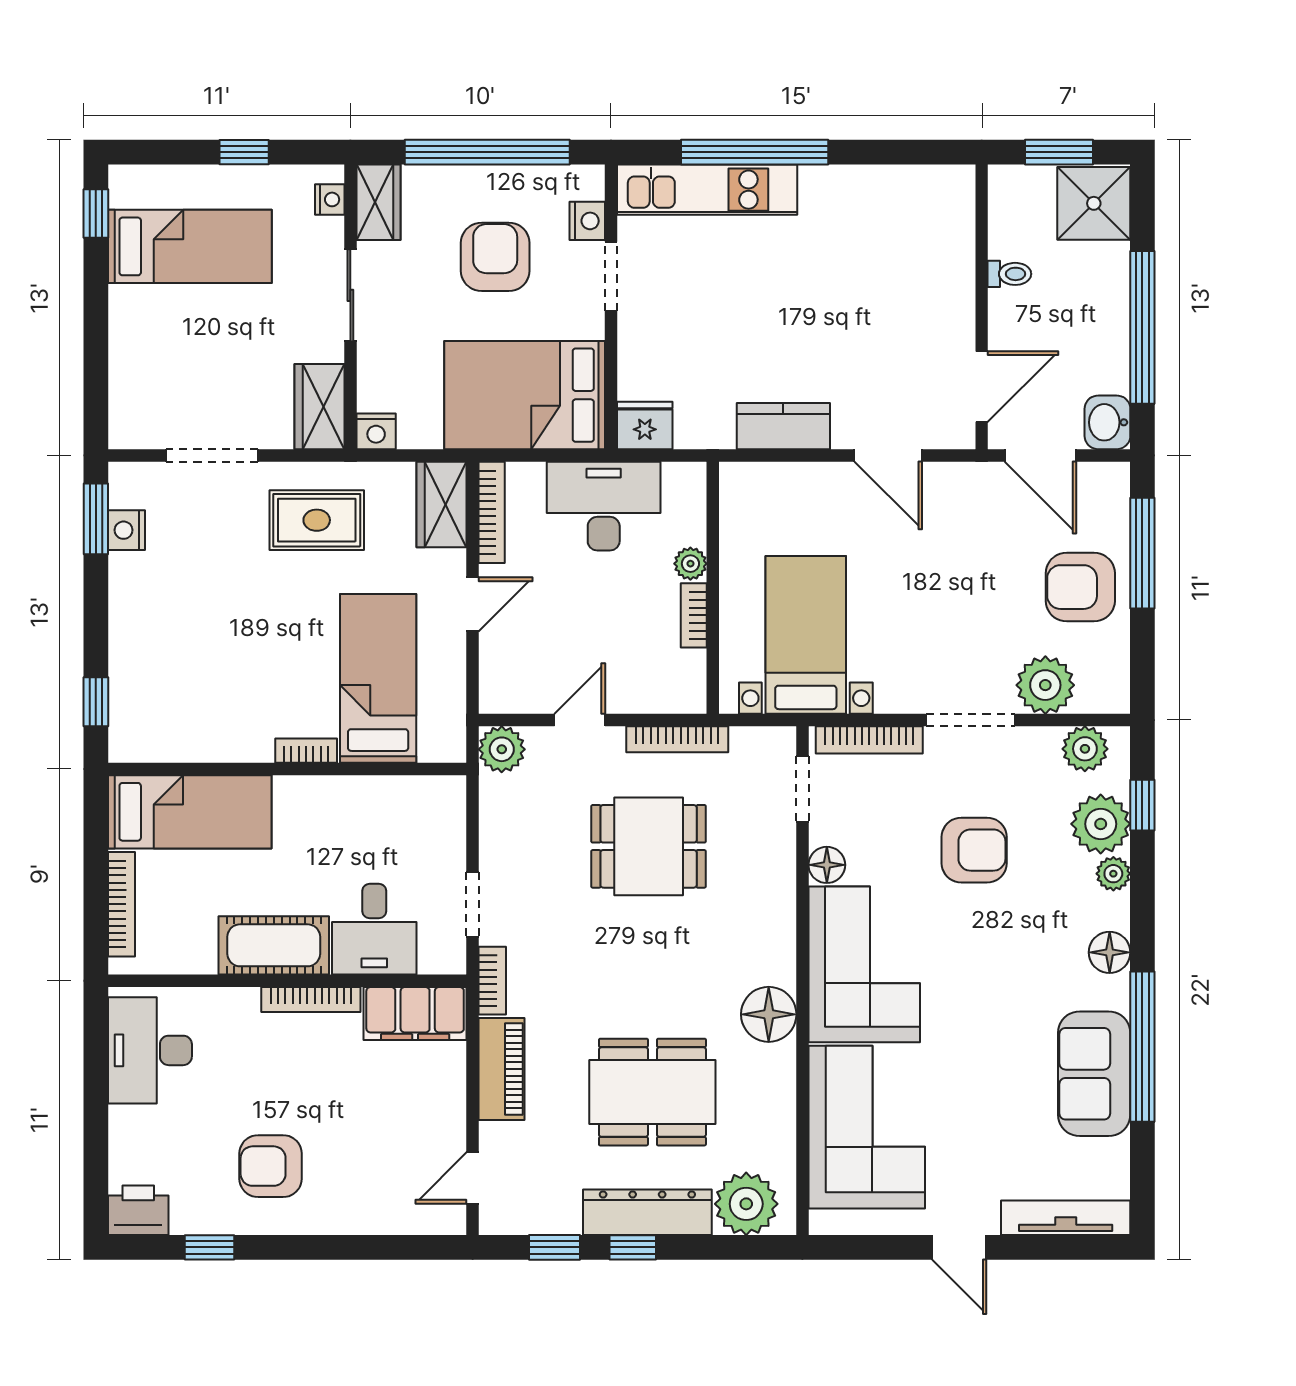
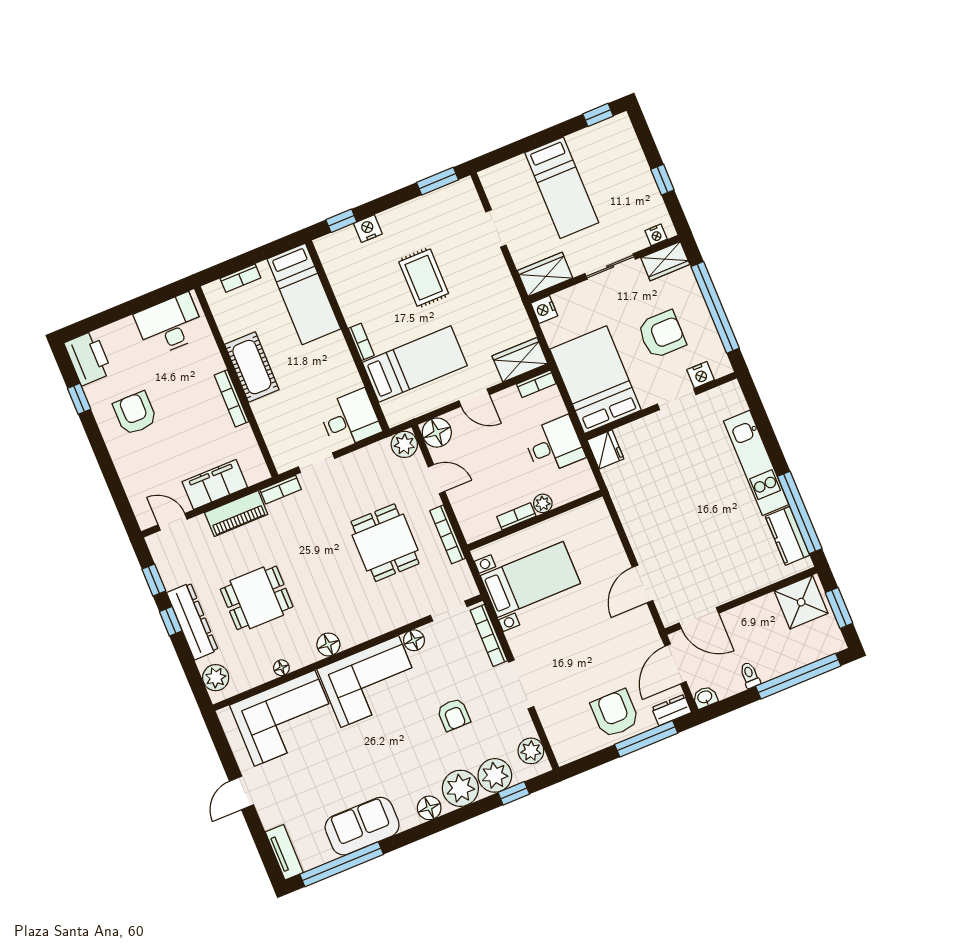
window: (755, 152) -> (800, 513), moved
kitchen unit: (707, 190) -> (756, 463), moved
shower: (1094, 203) -> (801, 602), moved
bed: (190, 246) -> (562, 188), moved
toilet: (1009, 274) -> (750, 675), moved, turned 180
window: (1142, 327) -> (798, 676), moved
washbasin: (1107, 422) -> (705, 697), width x0.72, depth x0.69
kitchen counter: (783, 426) -> (787, 536), moved, turned 180
doorway: (212, 455) -> (496, 228), width x0.73
dresser: (1113, 493) -> (672, 710), added
desk: (604, 506) -> (554, 445), width x0.73
bookcase: (492, 512) -> (536, 384), width x0.64
rug: (317, 520) -> (424, 278), moved
nightstand: (126, 530) -> (368, 229), moved
plant: (1045, 685) -> (556, 716), removed
floor lamp: (504, 688) -> (437, 433), added
armchair: (974, 850) -> (454, 715), width x0.72, depth x0.72
plant: (1113, 874) -> (460, 788), width x1.87, depth x1.87
bookcase: (122, 904) -> (240, 278), width x0.64
desk: (374, 929) -> (350, 419), moved, turned 180
filing cabinet: (415, 1013) -> (215, 484), moved, turned 90
floor lamp: (769, 1014) -> (328, 644), width x0.73, depth x0.73
window: (1142, 1047) -> (342, 864), moved
dining table: (652, 1092) -> (257, 598), width x0.73
floor lamp: (783, 1099) -> (281, 668), added
plant: (746, 1204) -> (216, 678), width x0.73, depth x0.73
printer: (138, 1210) -> (88, 358), width x1.37, depth x1.19
tv unit: (1066, 1218) -> (284, 852), width x0.71

